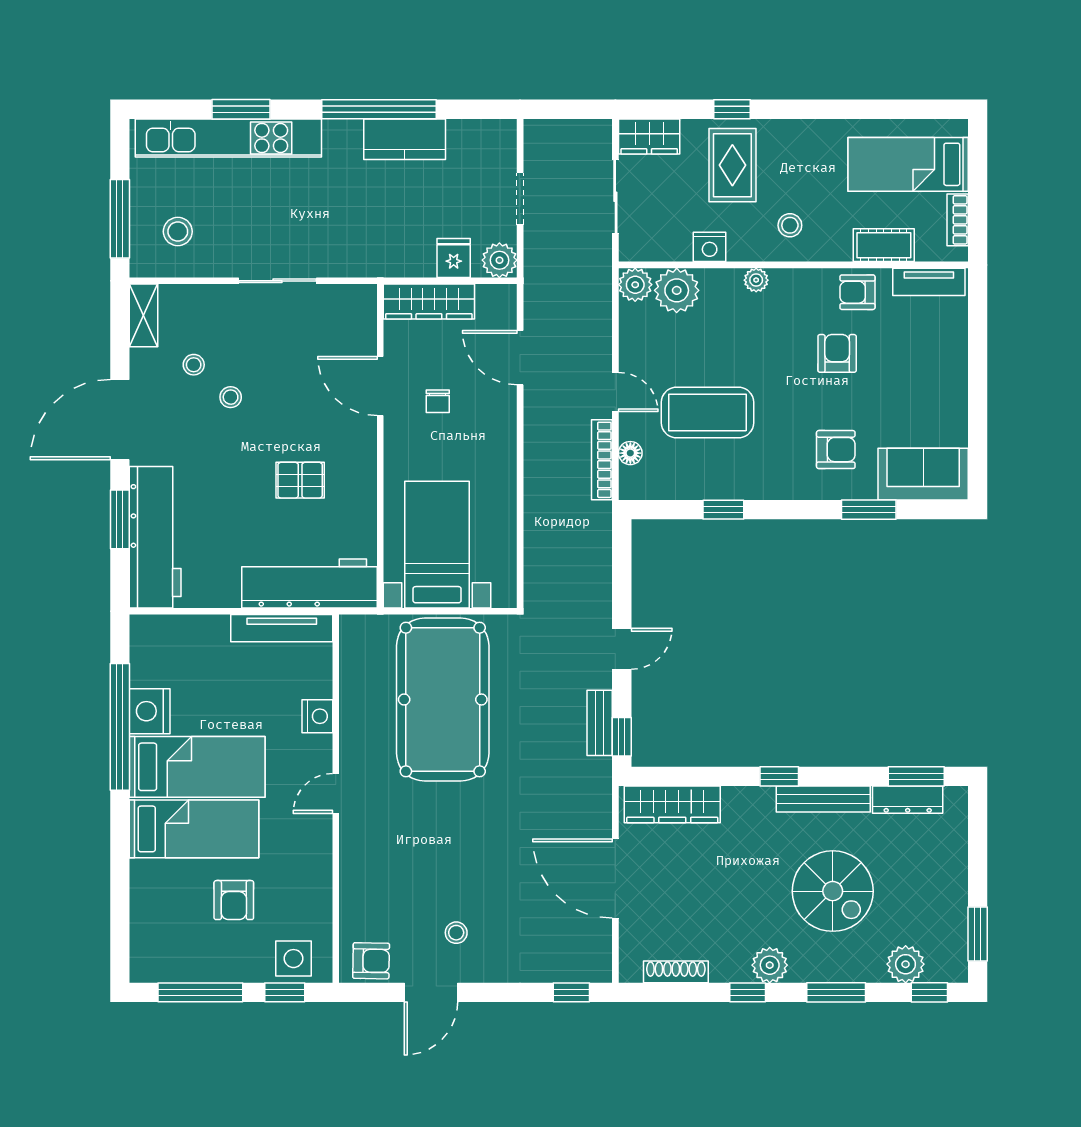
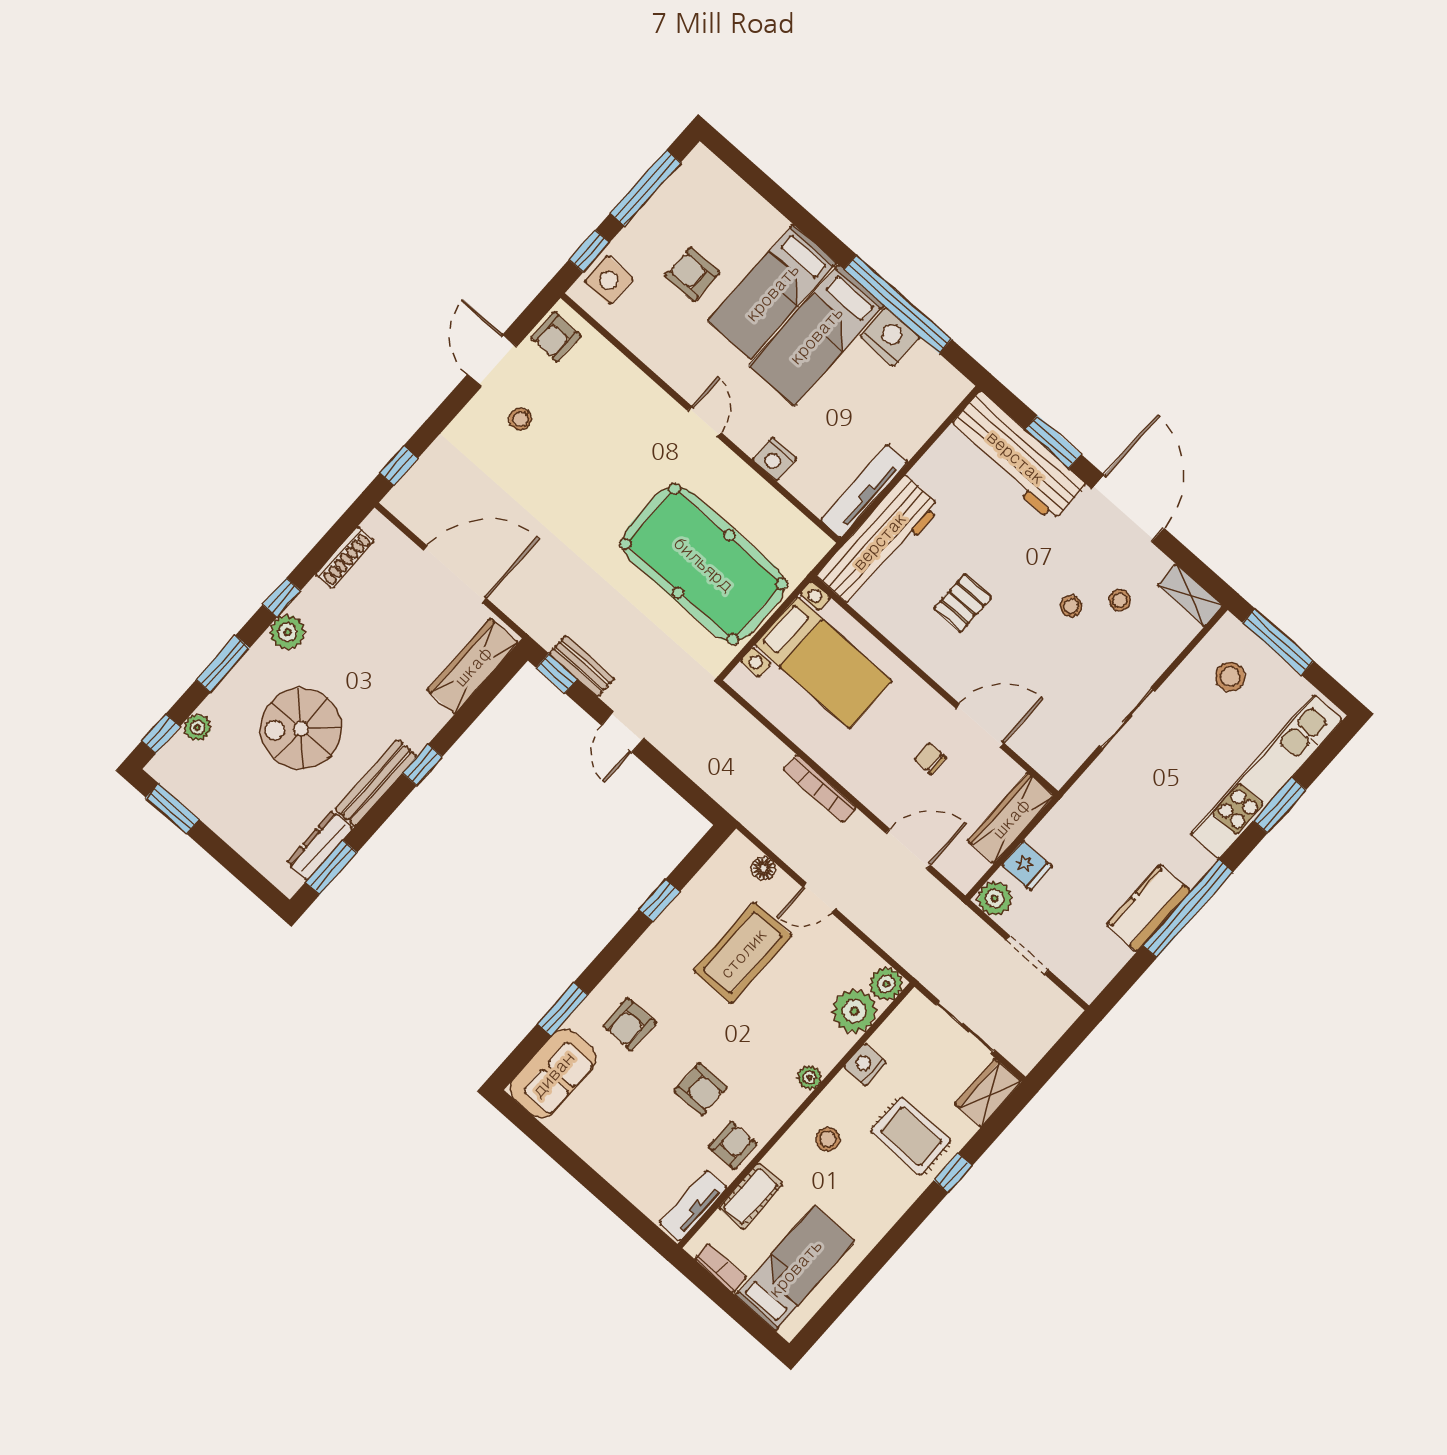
bookcase: (602, 460) -> (820, 789), moved, turned 180
plant: (906, 964) -> (197, 727), width x0.73, depth x0.73

